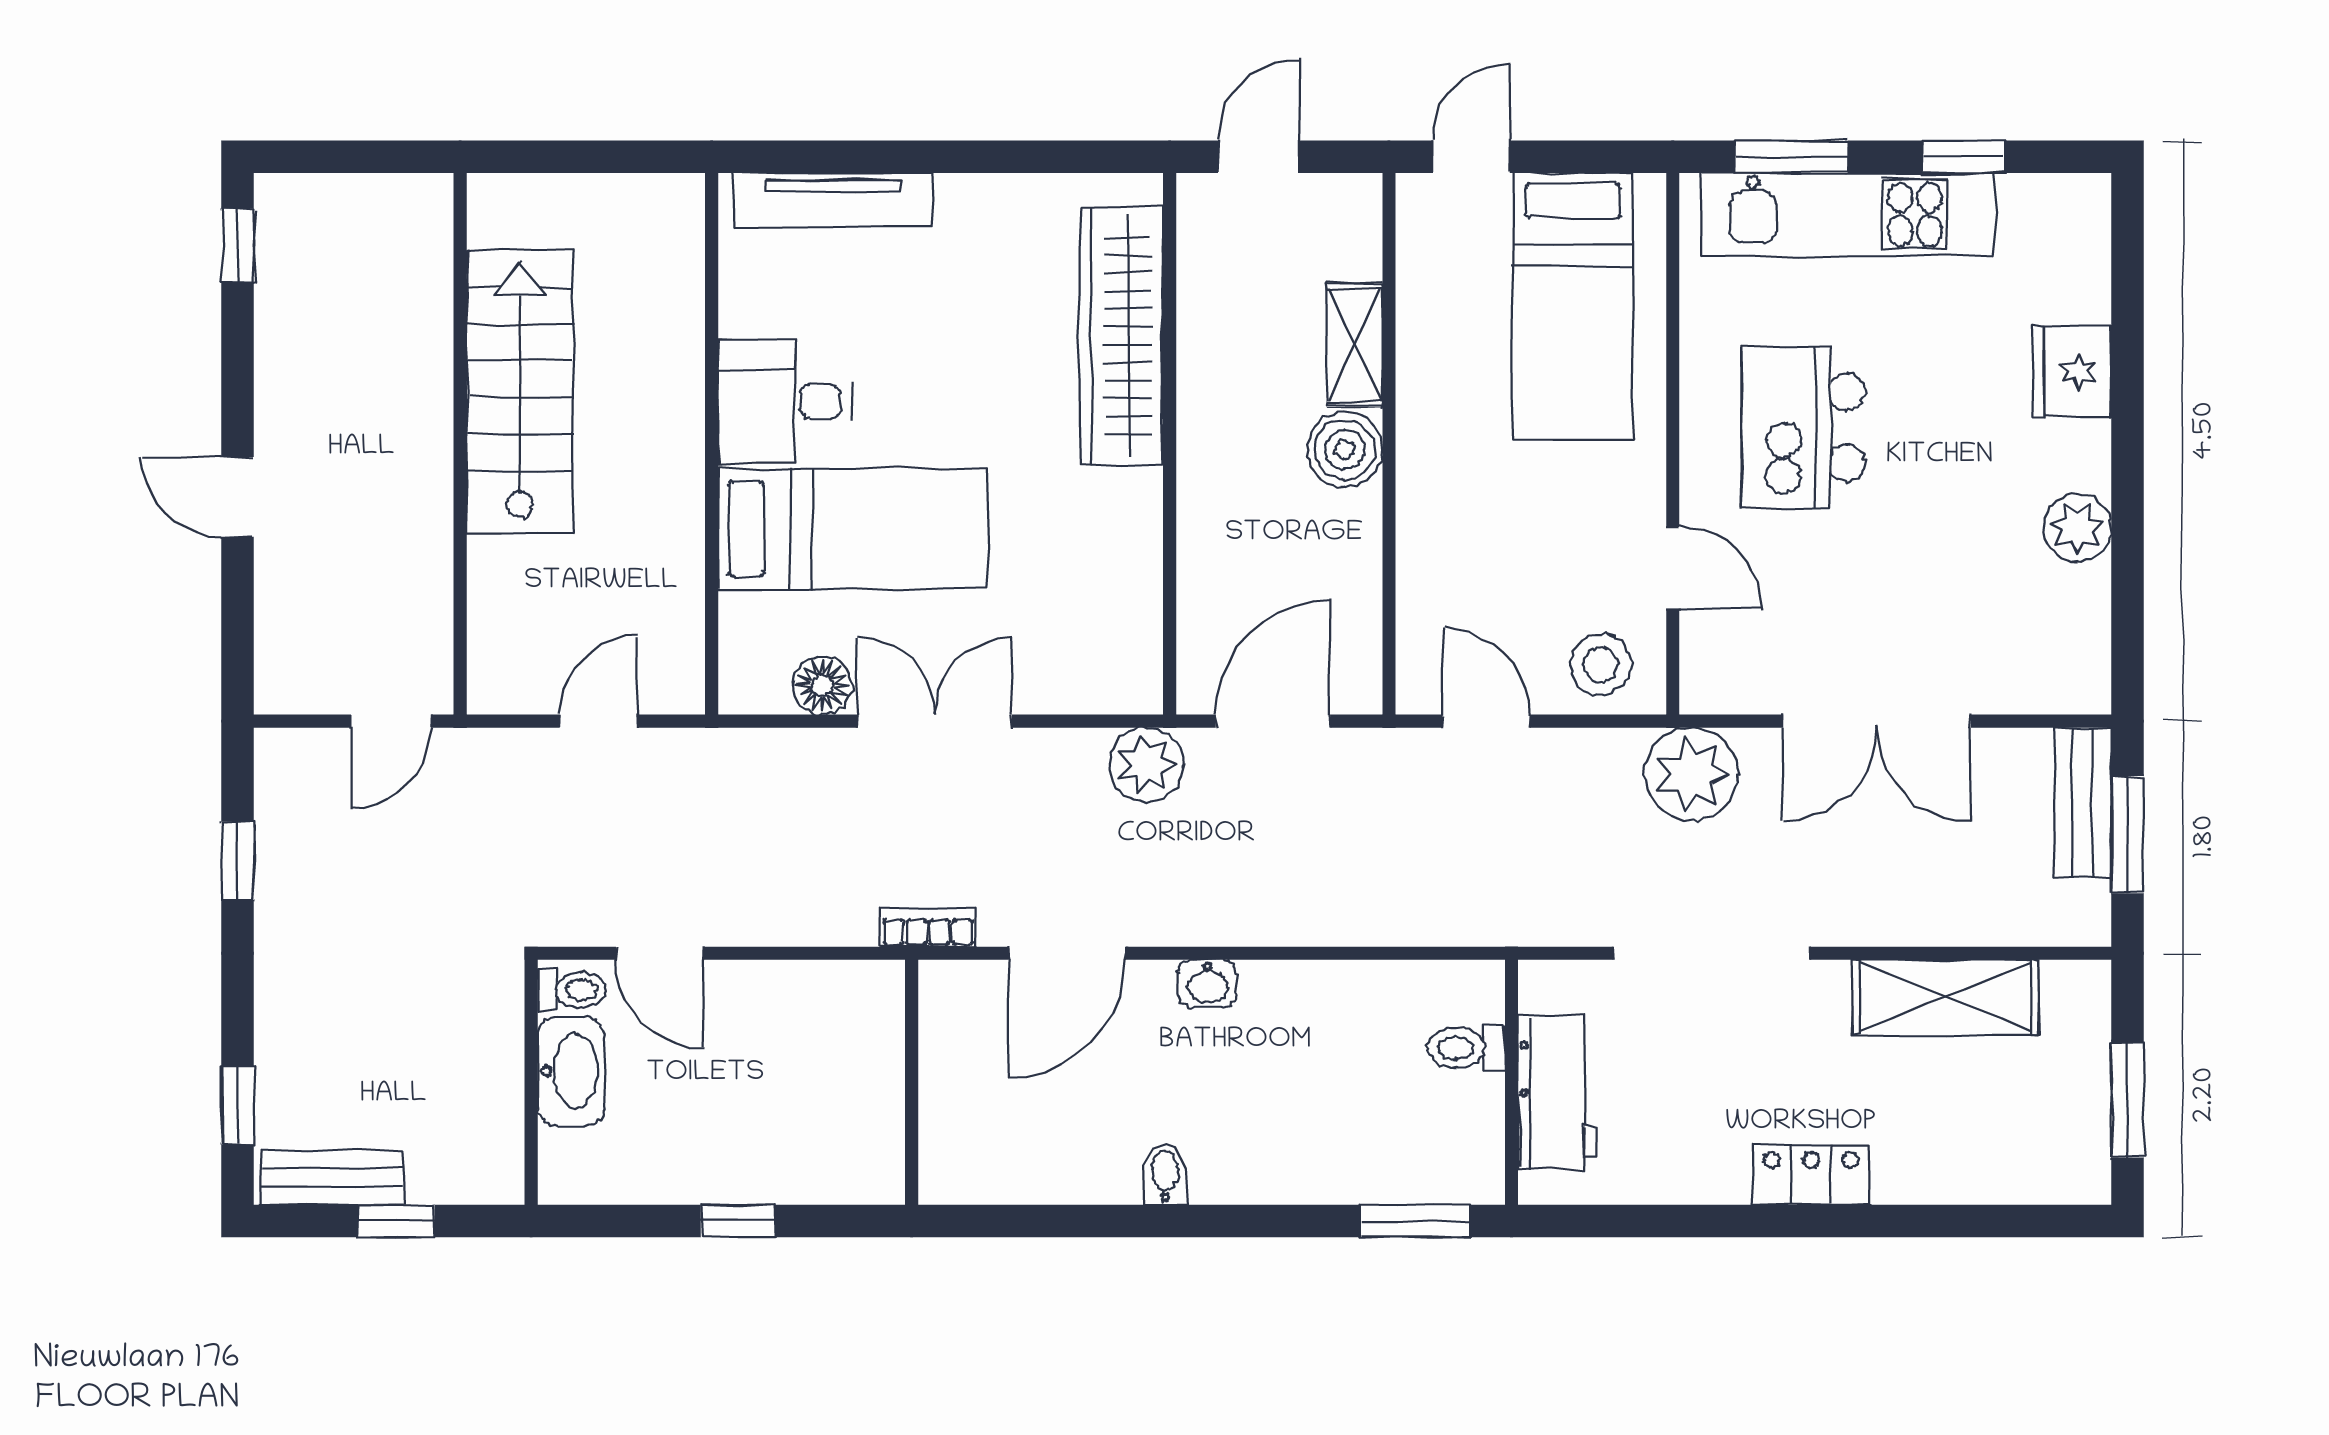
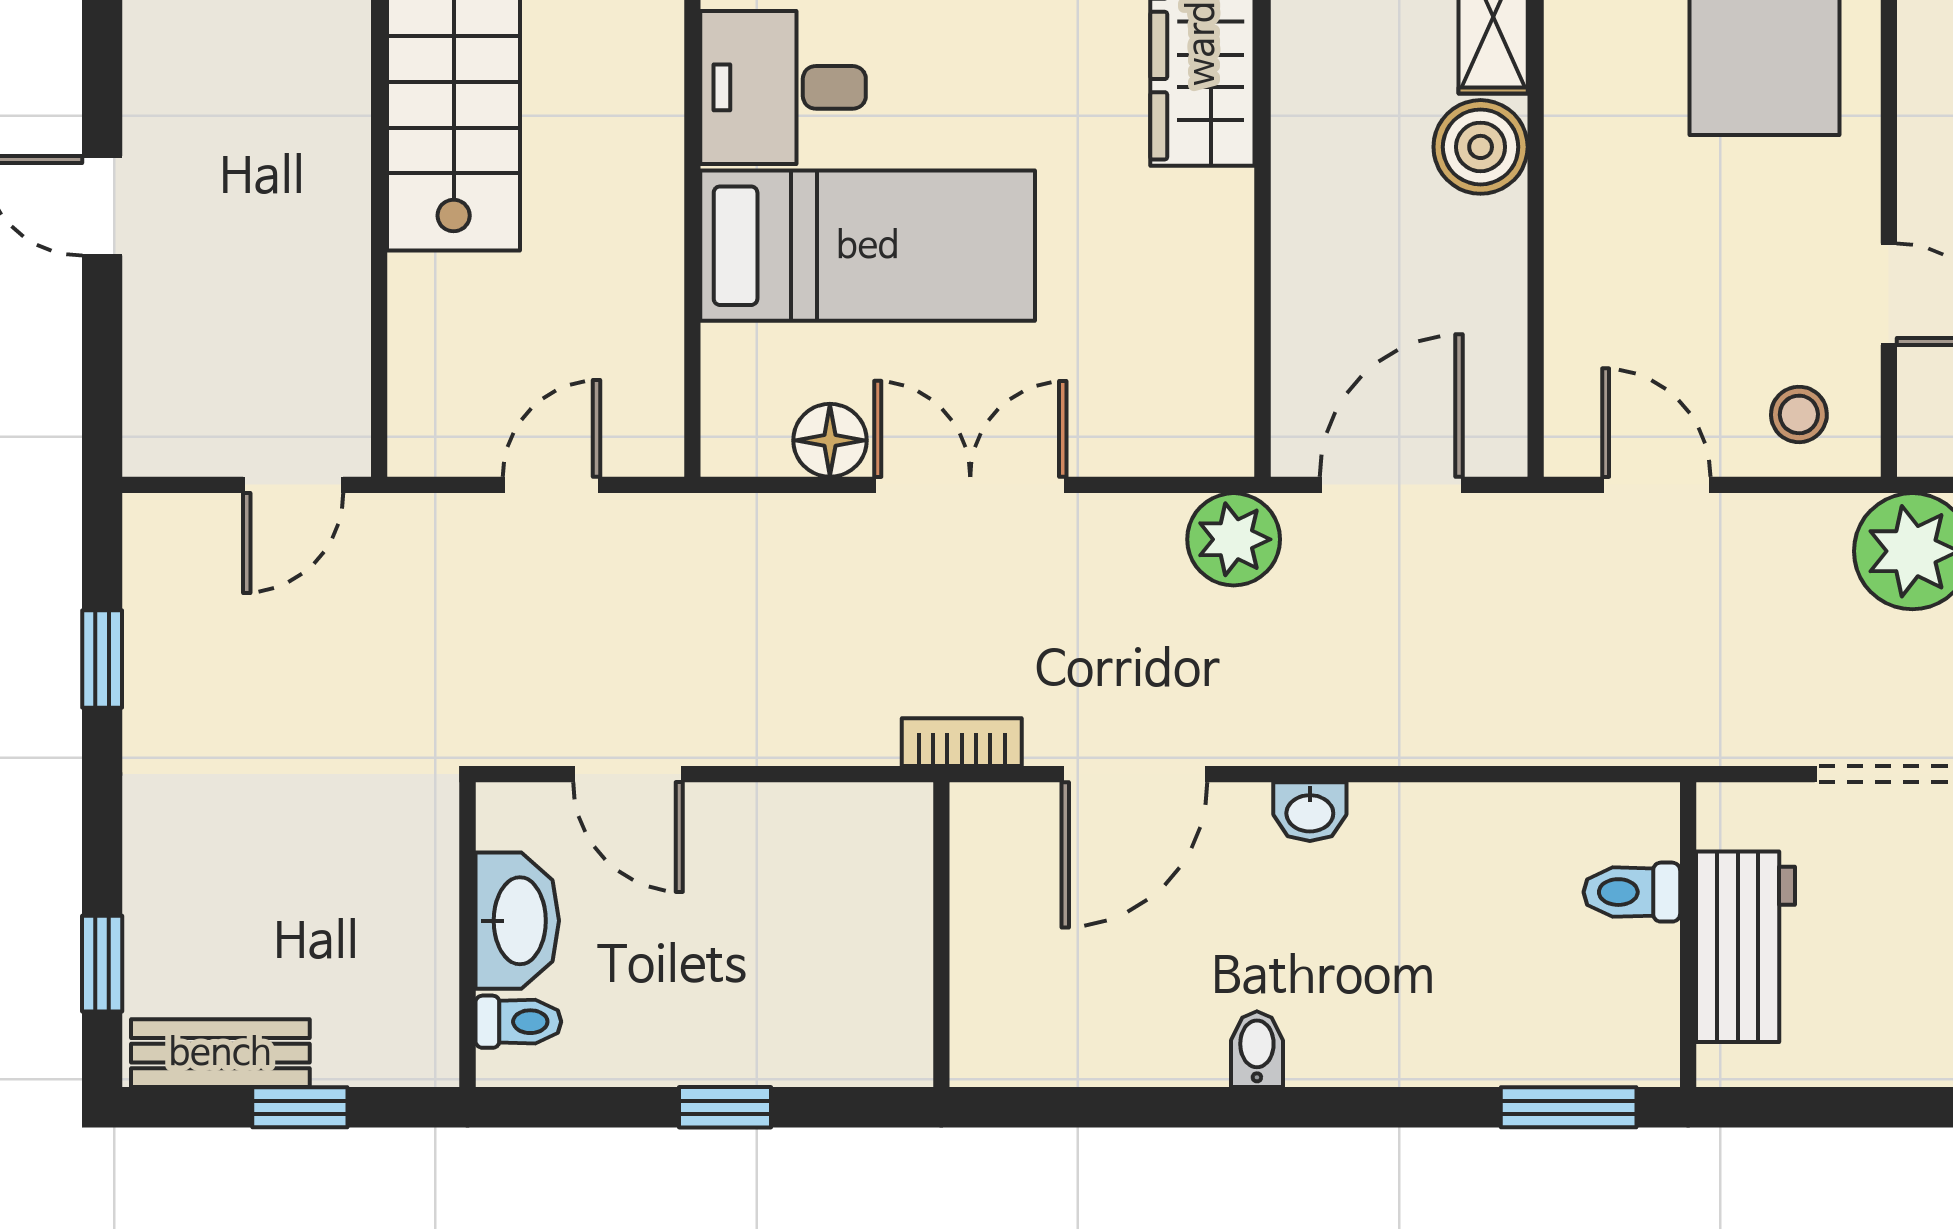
stool: (1601, 664) -> (1799, 414), width x0.73, depth x0.73
toilet: (572, 990) -> (518, 1022), moved

